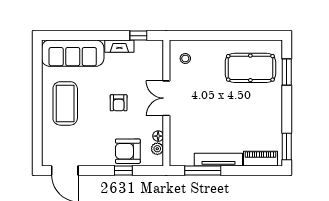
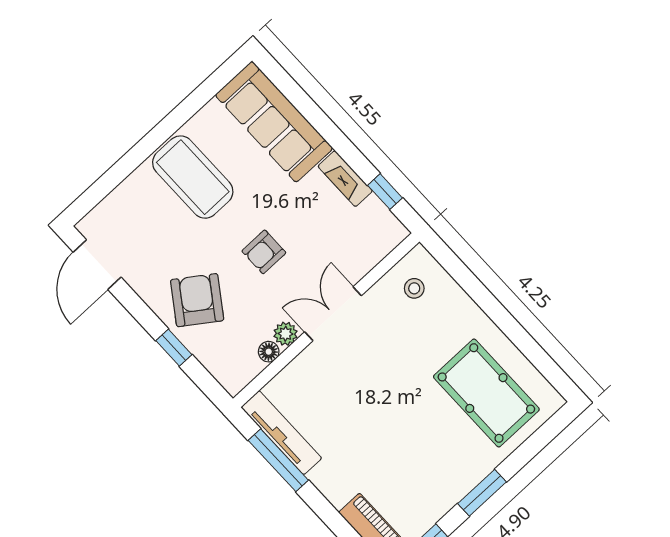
window: (287, 72) -> (482, 493), moved
coffee table: (65, 103) -> (193, 177), turned 90
plant: (157, 149) -> (285, 334), moved
armchair: (128, 151) -> (197, 300), moved, turned 35
tv unit: (218, 160) -> (281, 433), moved

